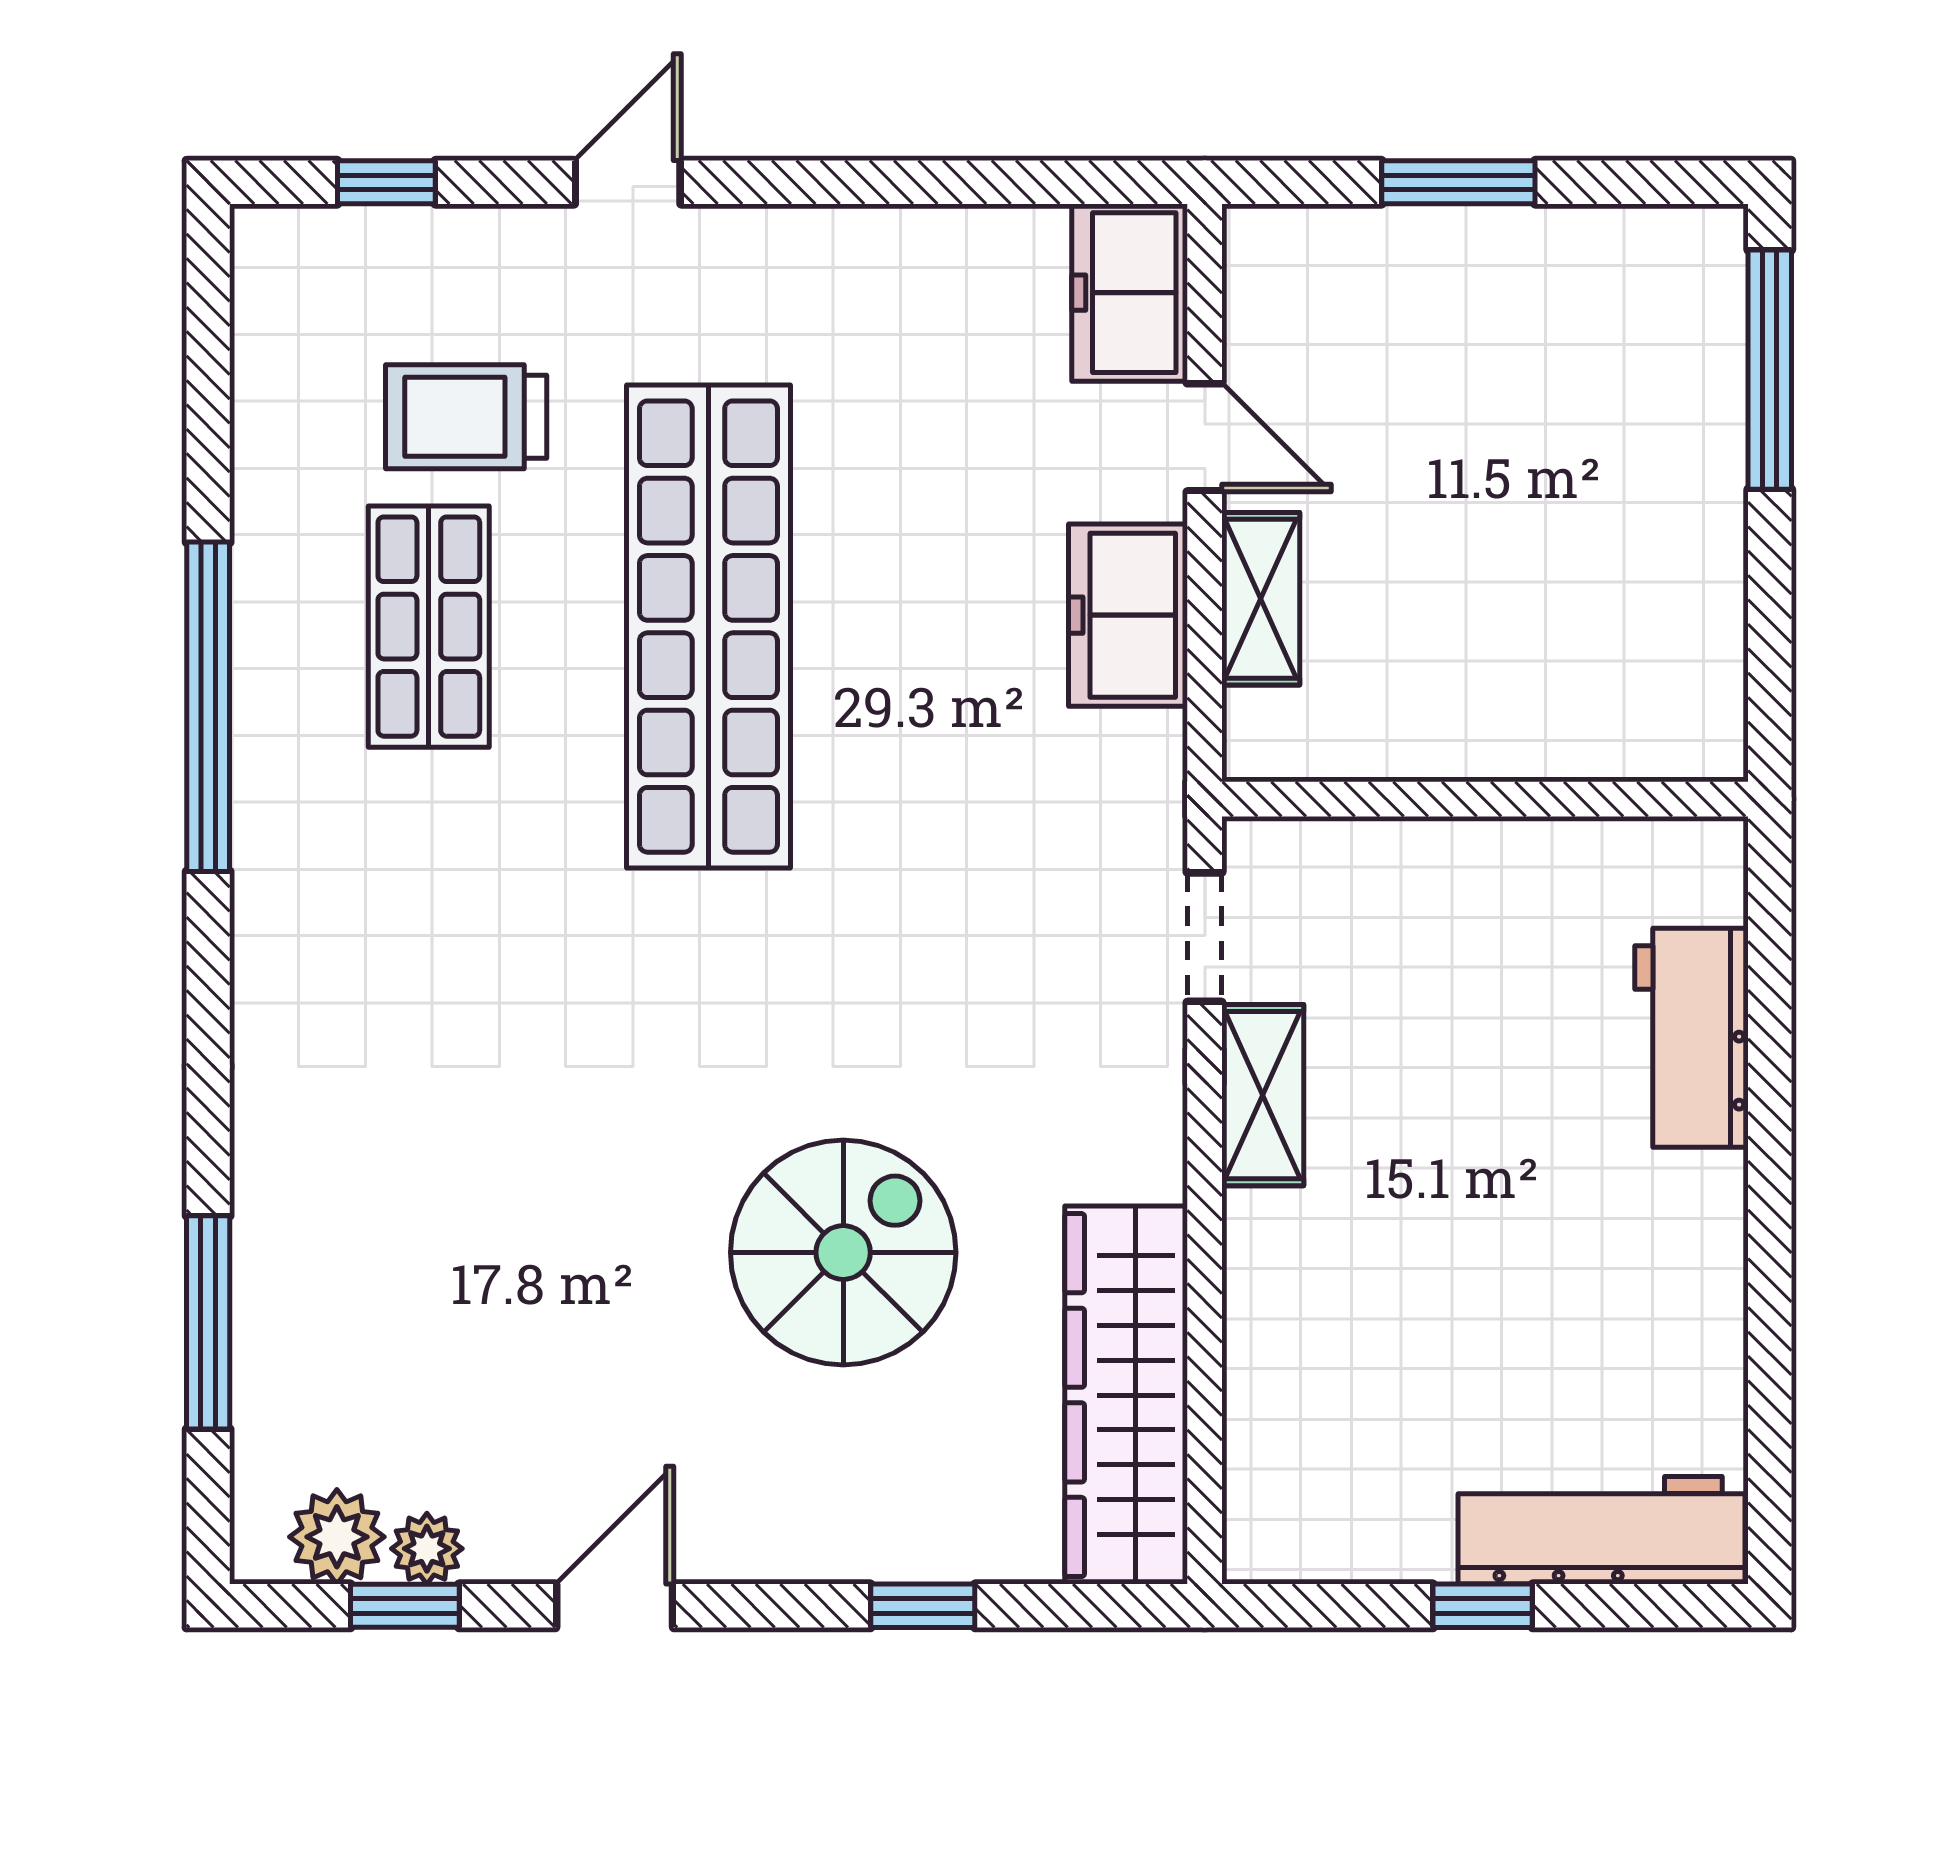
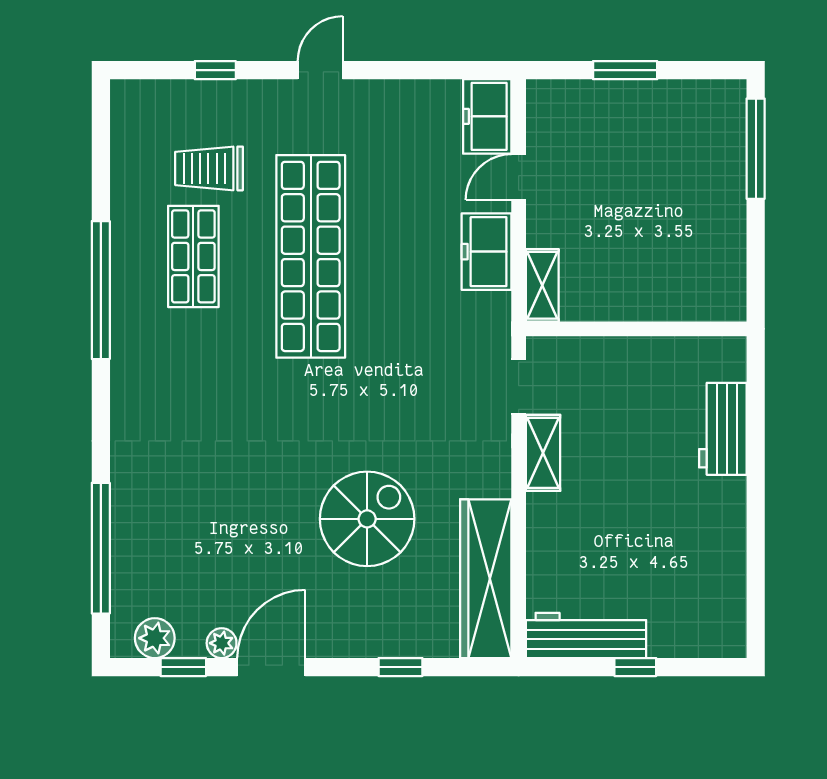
window: (386, 182) -> (215, 70), moved
door: (628, 182) -> (320, 70), moved
door: (1205, 437) -> (519, 177), swing flipped
shelving: (1261, 599) -> (542, 285), moved
window: (208, 1322) -> (101, 548), width x1.46
workbench: (1602, 1530) -> (586, 635), moved
plant: (427, 1549) -> (222, 643), moved
door: (615, 1606) -> (271, 667), width x1.38

